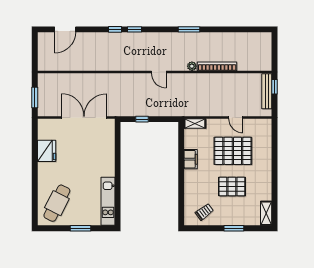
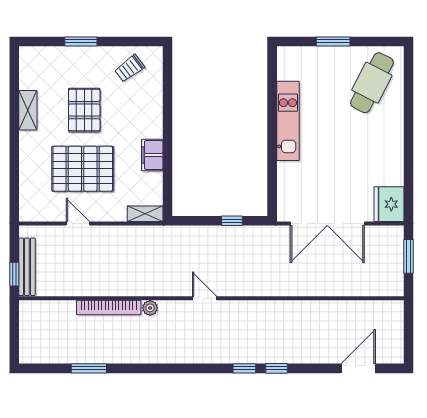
window: (189, 29) -> (89, 368), moved
fridge: (47, 151) -> (389, 204), moved
pallet: (232, 187) -> (84, 110), turned 90
kitchen unit: (108, 201) -> (288, 121), moved
shelving: (266, 213) -> (28, 110), moved

